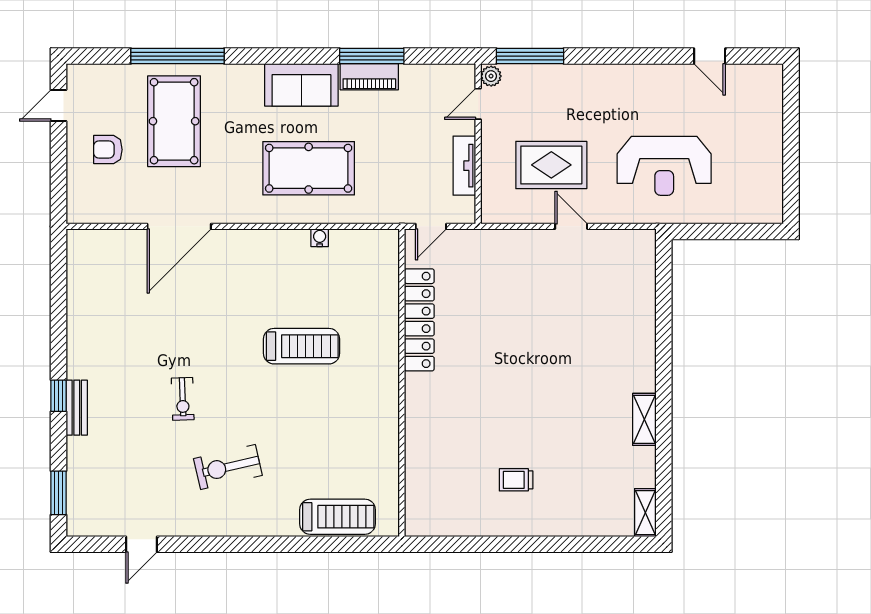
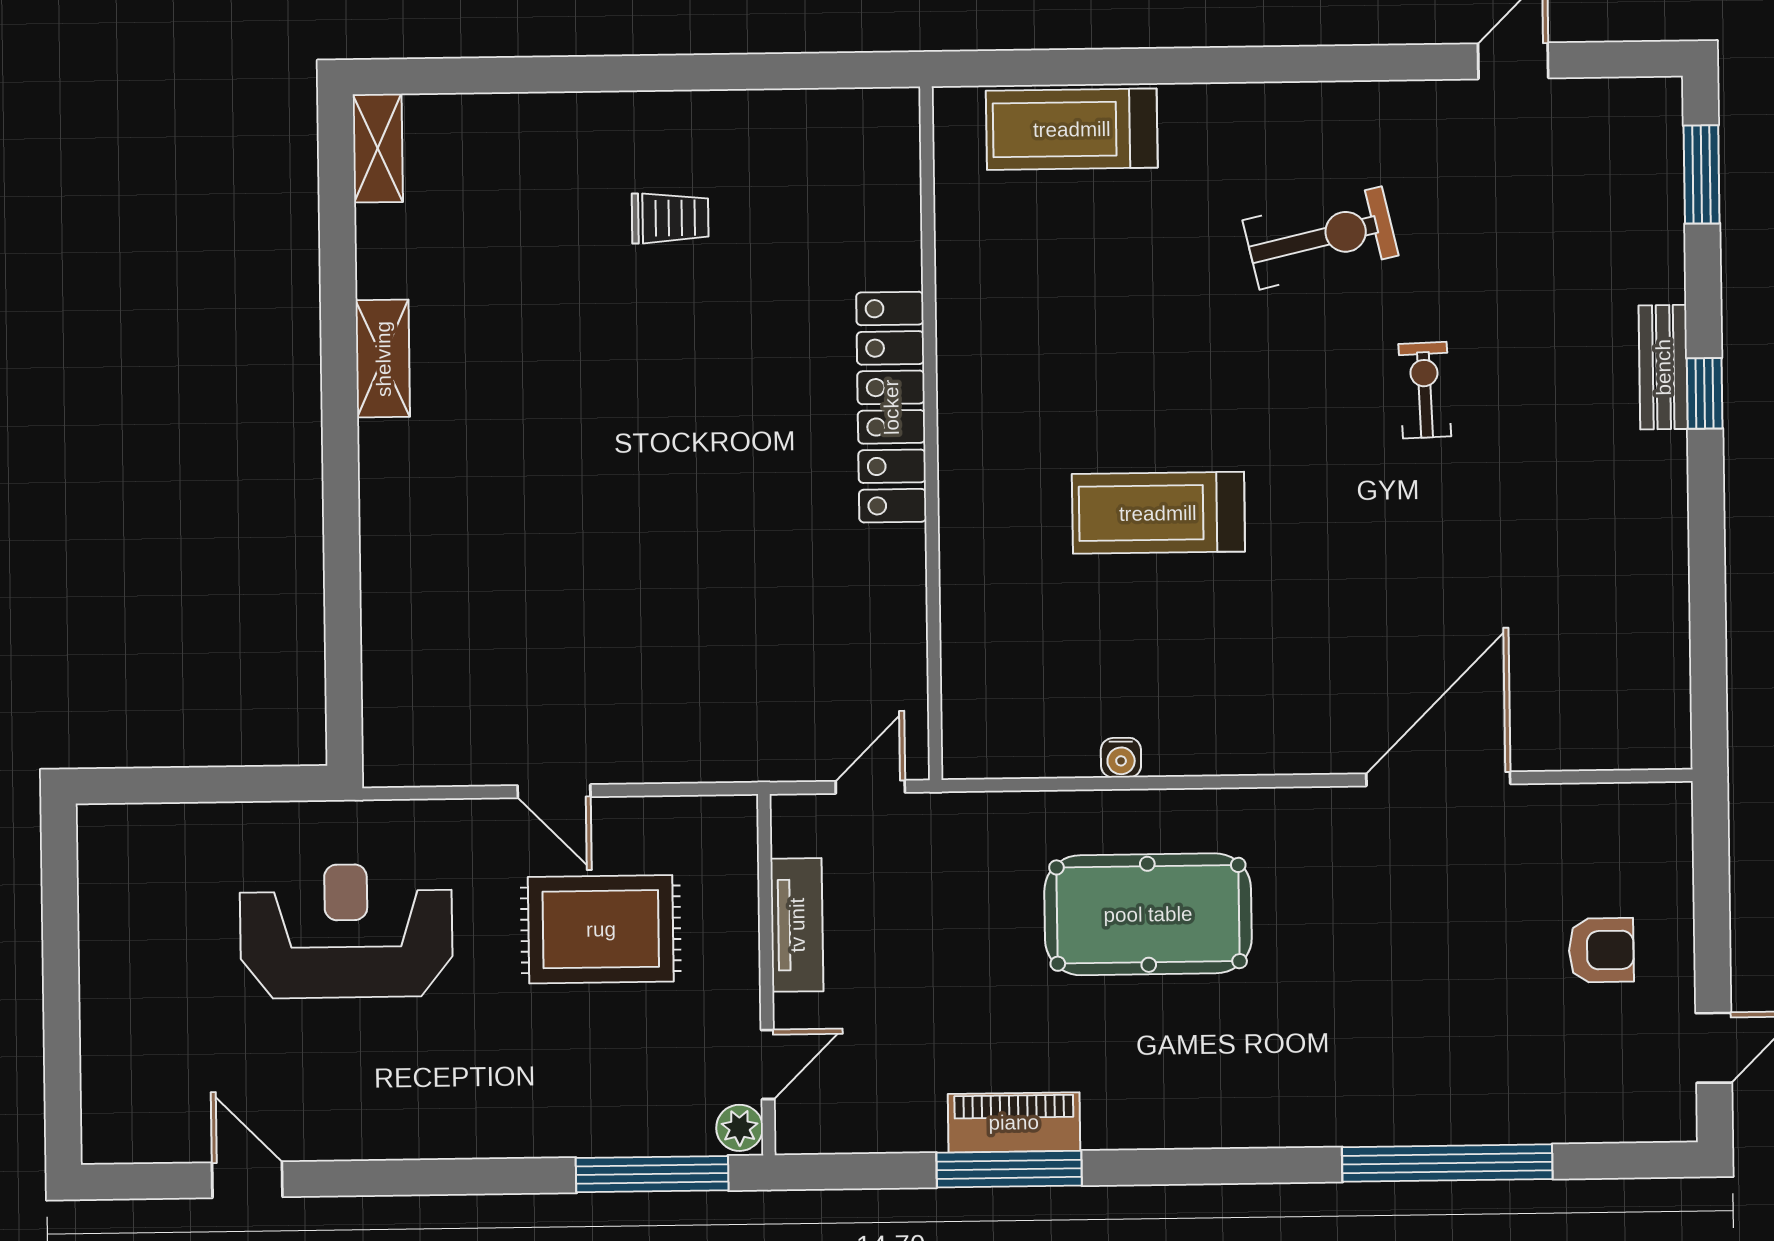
sofa: (301, 85) -> (1167, 1102), removed
pool table: (174, 121) -> (1453, 1016), removed
locker: (419, 320) -> (891, 407), moved

